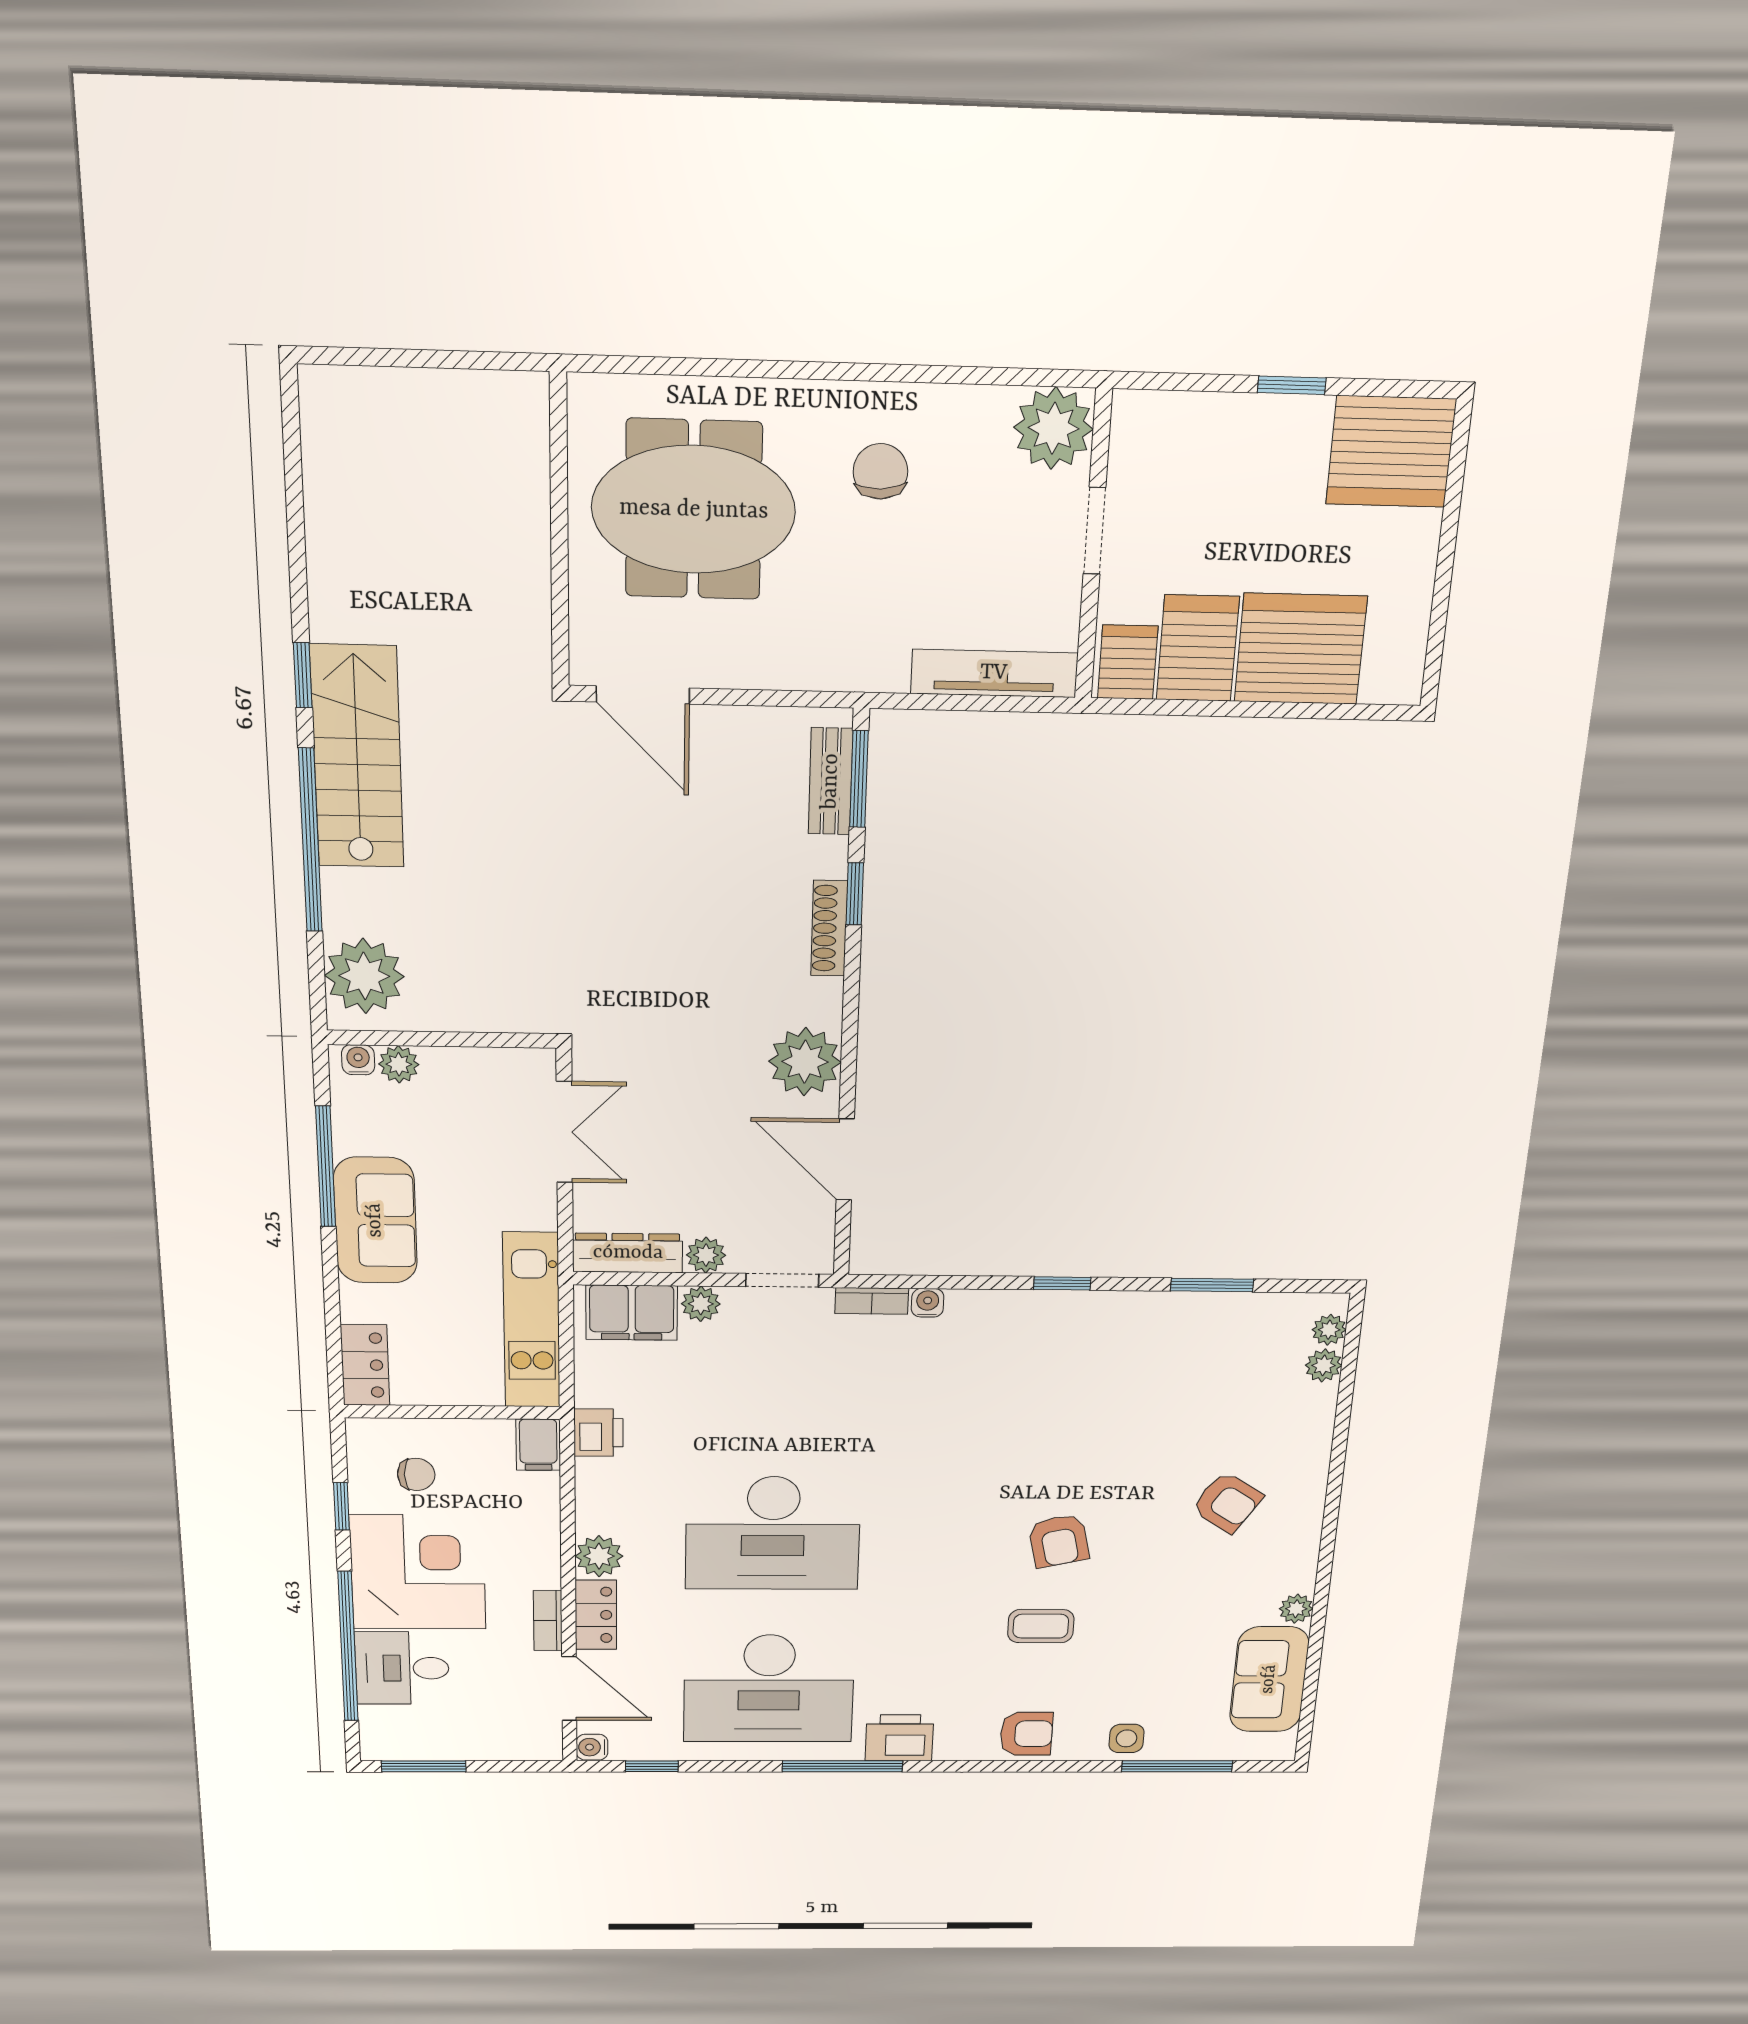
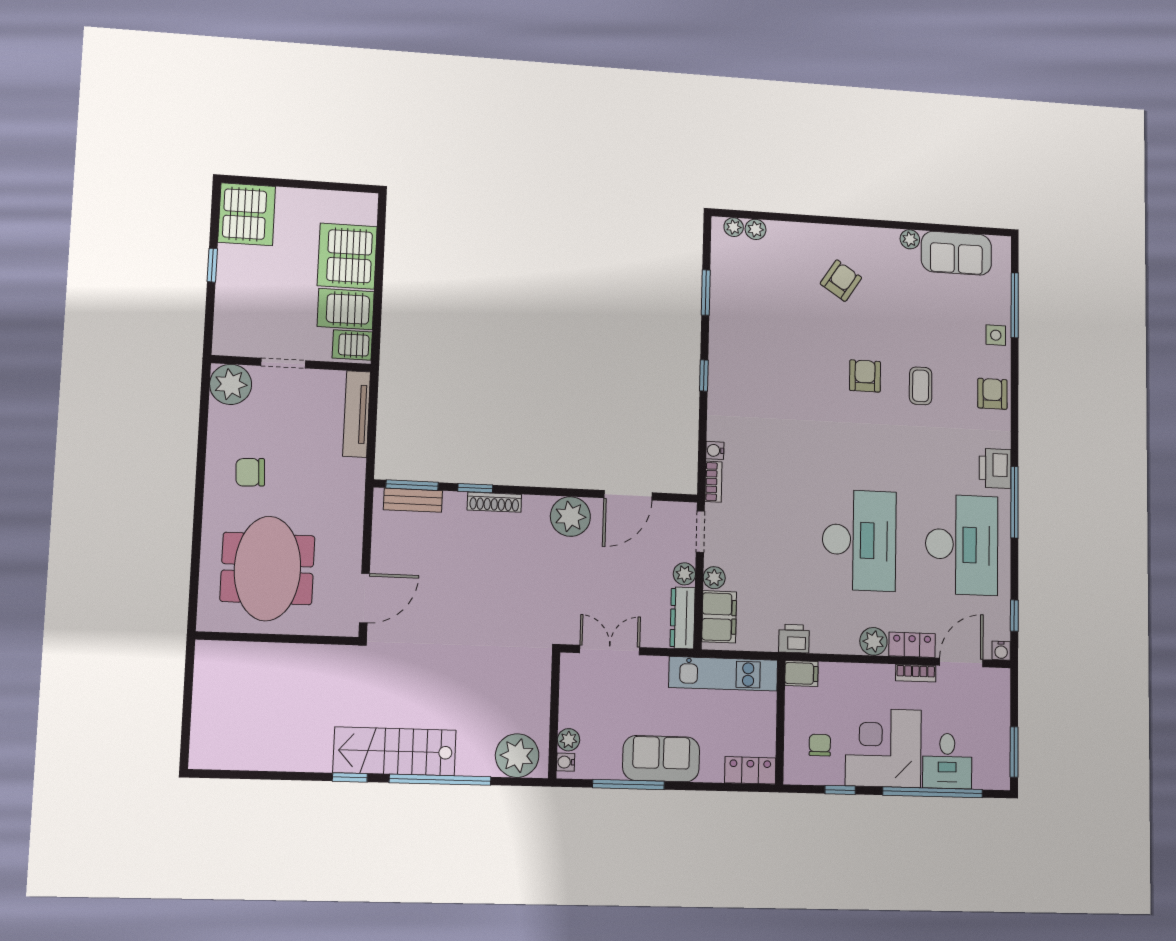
armchair: (1059, 1541) -> (865, 376), turned -77

